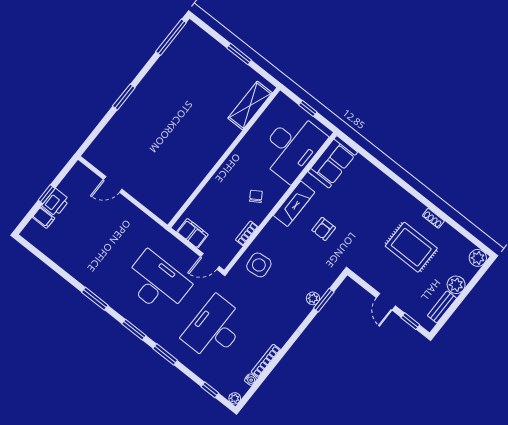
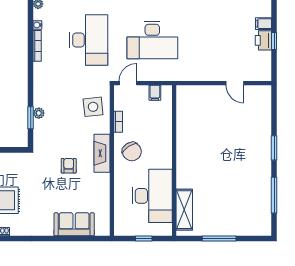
window: (171, 37) -> (274, 195), moved
window: (239, 54) -> (219, 239), width x1.44
desk: (292, 147) -> (152, 196), moved, turned 180
sofa: (333, 162) -> (74, 224), moved, turned 90
door: (113, 184) -> (235, 83), swing flipped
chair: (256, 196) -> (132, 152), width x1.87, depth x1.87
fireplace: (294, 204) -> (102, 153), moved
filing cabinet: (192, 233) -> (155, 93), width x0.50

